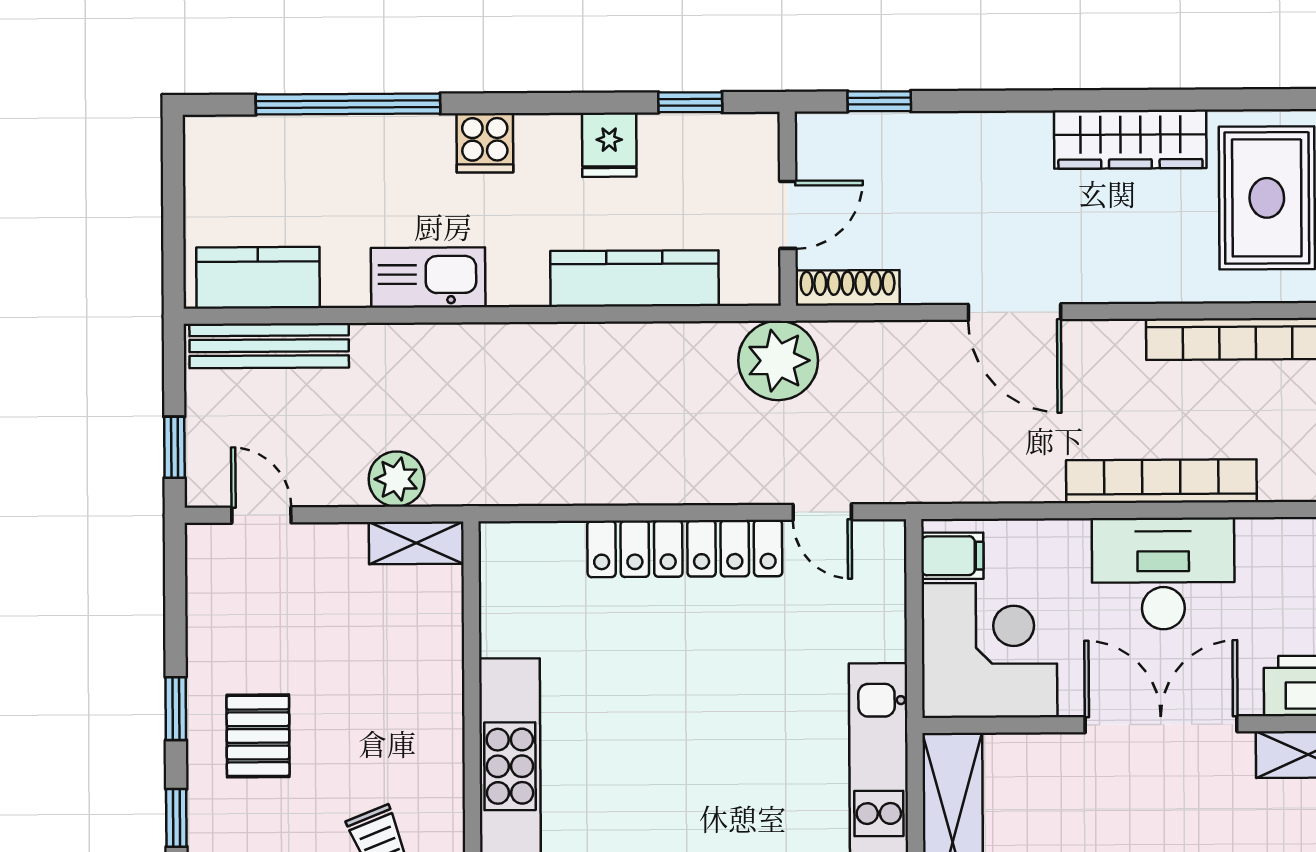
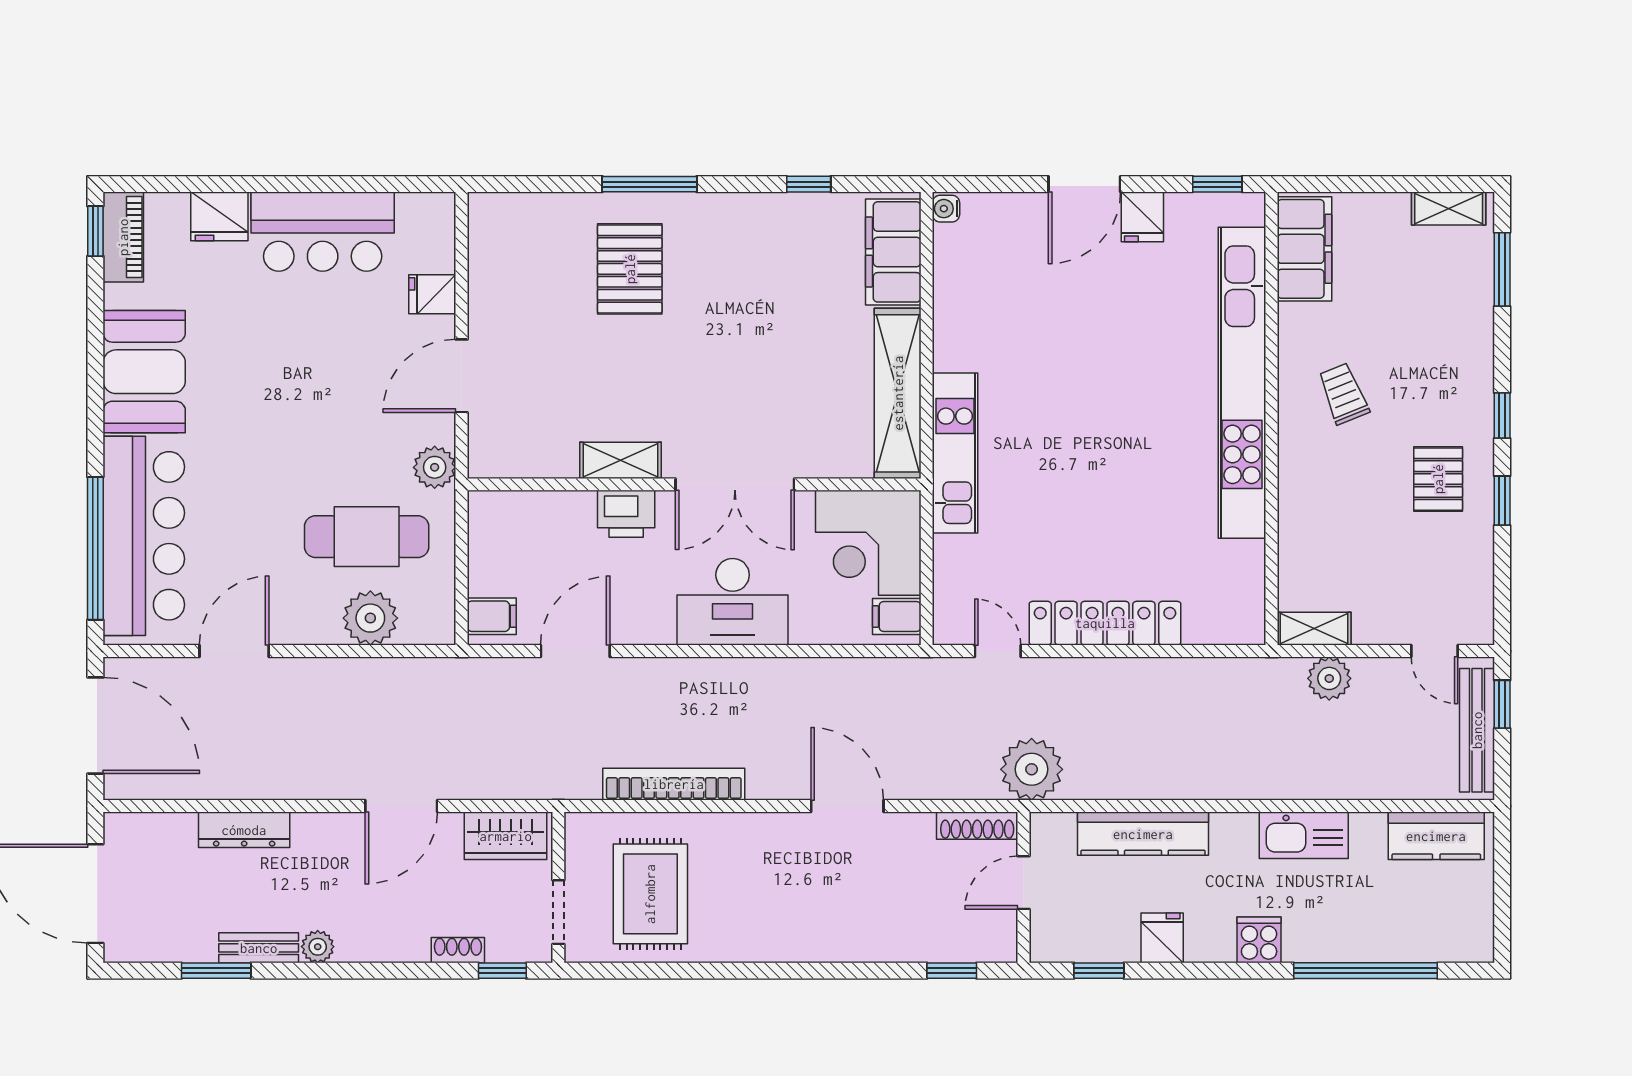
wardrobe: (1130, 139) -> (756, 940), removed
bench: (269, 346) -> (1477, 730), moved, turned 90
bookcase: (1161, 481) -> (734, 674), removed

